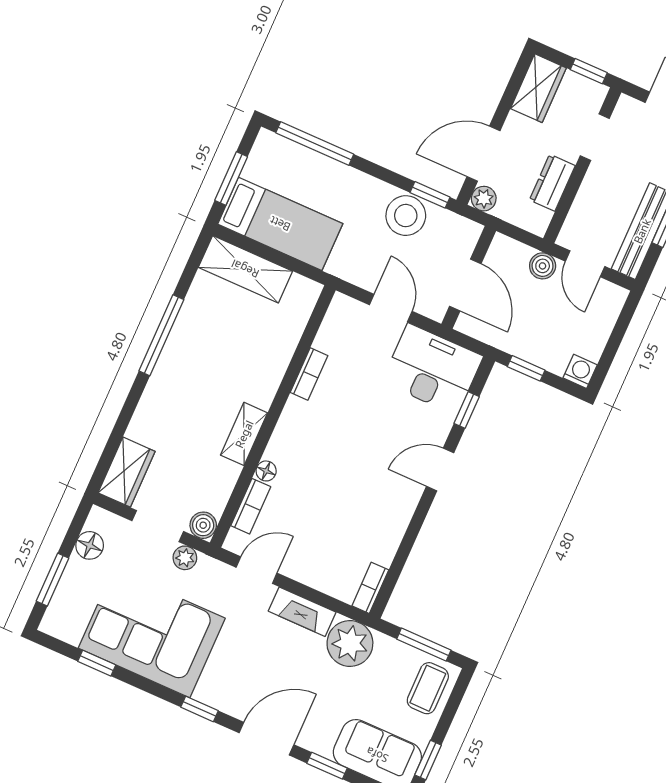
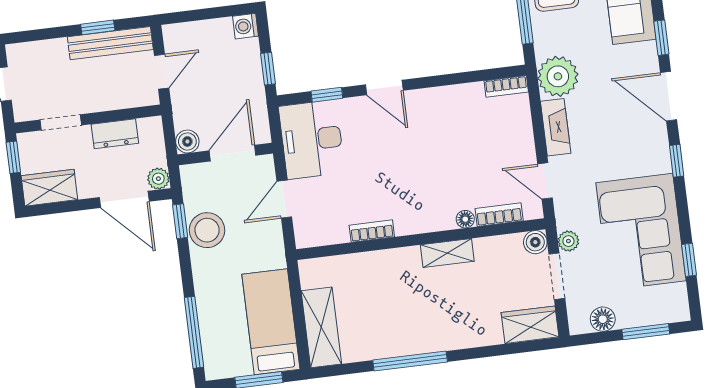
boiler: (543, 266) -> (187, 142), moved

